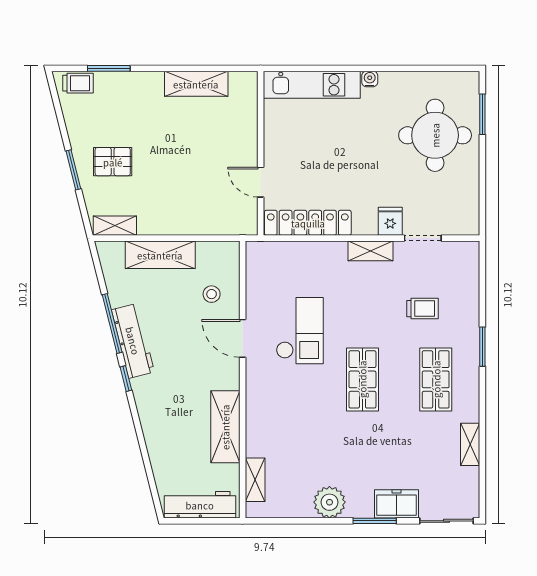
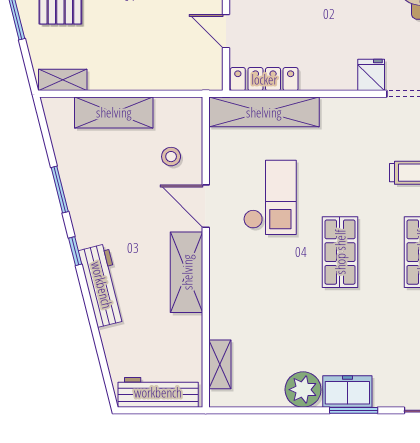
locker: (308, 223) -> (264, 79), width x0.71, depth x0.83
shelving: (370, 251) -> (264, 112), moved, width x2.20, depth x1.33
window: (112, 324) -> (60, 190), width x0.69
workbench: (133, 341) -> (102, 285), moved
shelving: (225, 427) -> (187, 272), moved
freezer: (396, 504) -> (347, 391), moved

